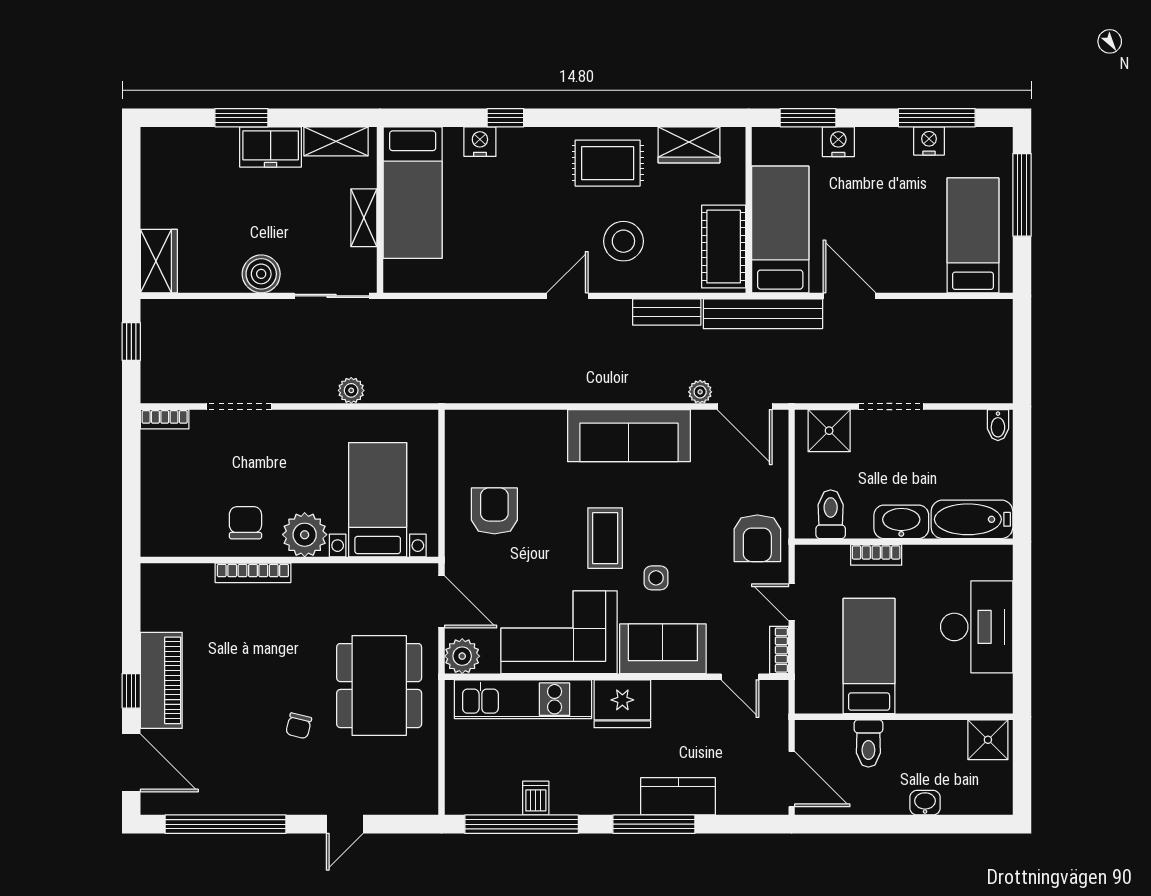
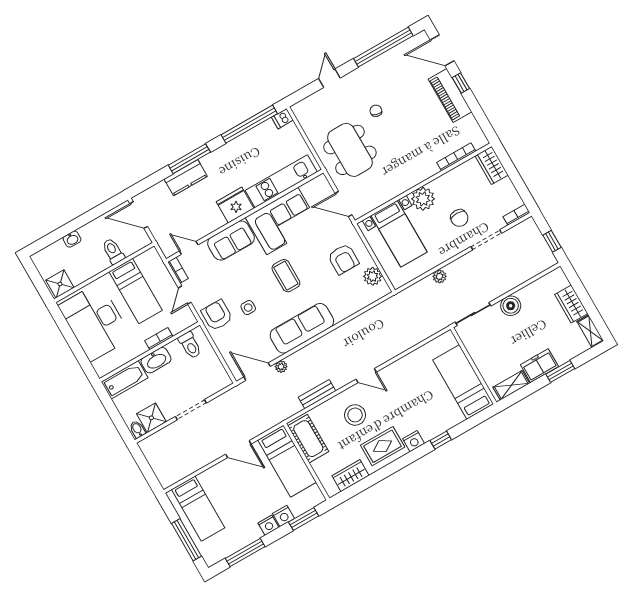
nightstand: (929, 141) -> (268, 525), moved
nightstand: (480, 142) -> (414, 441), moved
shelving: (364, 218) -> (590, 331), moved
wardrobe: (159, 261) -> (571, 304), moved
door: (567, 296) -> (366, 376), hinge flipped
bench: (763, 314) -> (273, 418), removed
shower: (829, 431) -> (151, 418), moved
chair: (245, 523) -> (459, 218), moved
wardrobe: (159, 525) -> (492, 165), added
bookcase: (253, 573) -> (456, 157), moved
side table: (656, 578) -> (248, 308), moved
door: (792, 602) -> (185, 295), swing flipped
desk: (977, 627) -> (95, 322), width x1.36, depth x1.30
plant: (462, 656) -> (373, 276), moved
dishwasher: (536, 798) -> (282, 119), moved, turned 90

